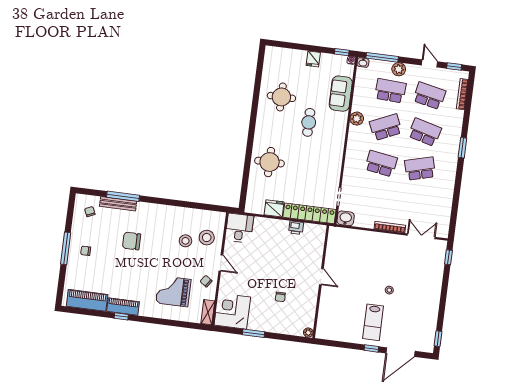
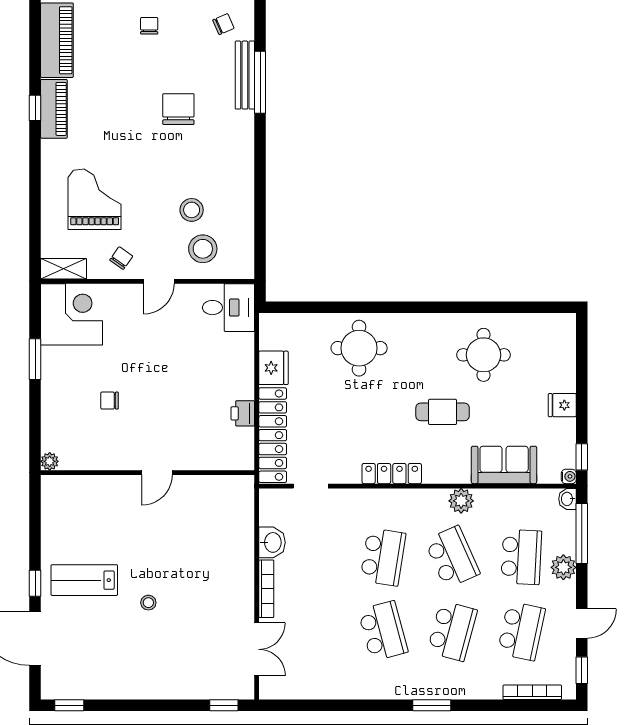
locker: (338, 153) -> (392, 474), added
washbasin: (346, 218) -> (272, 542), moved

